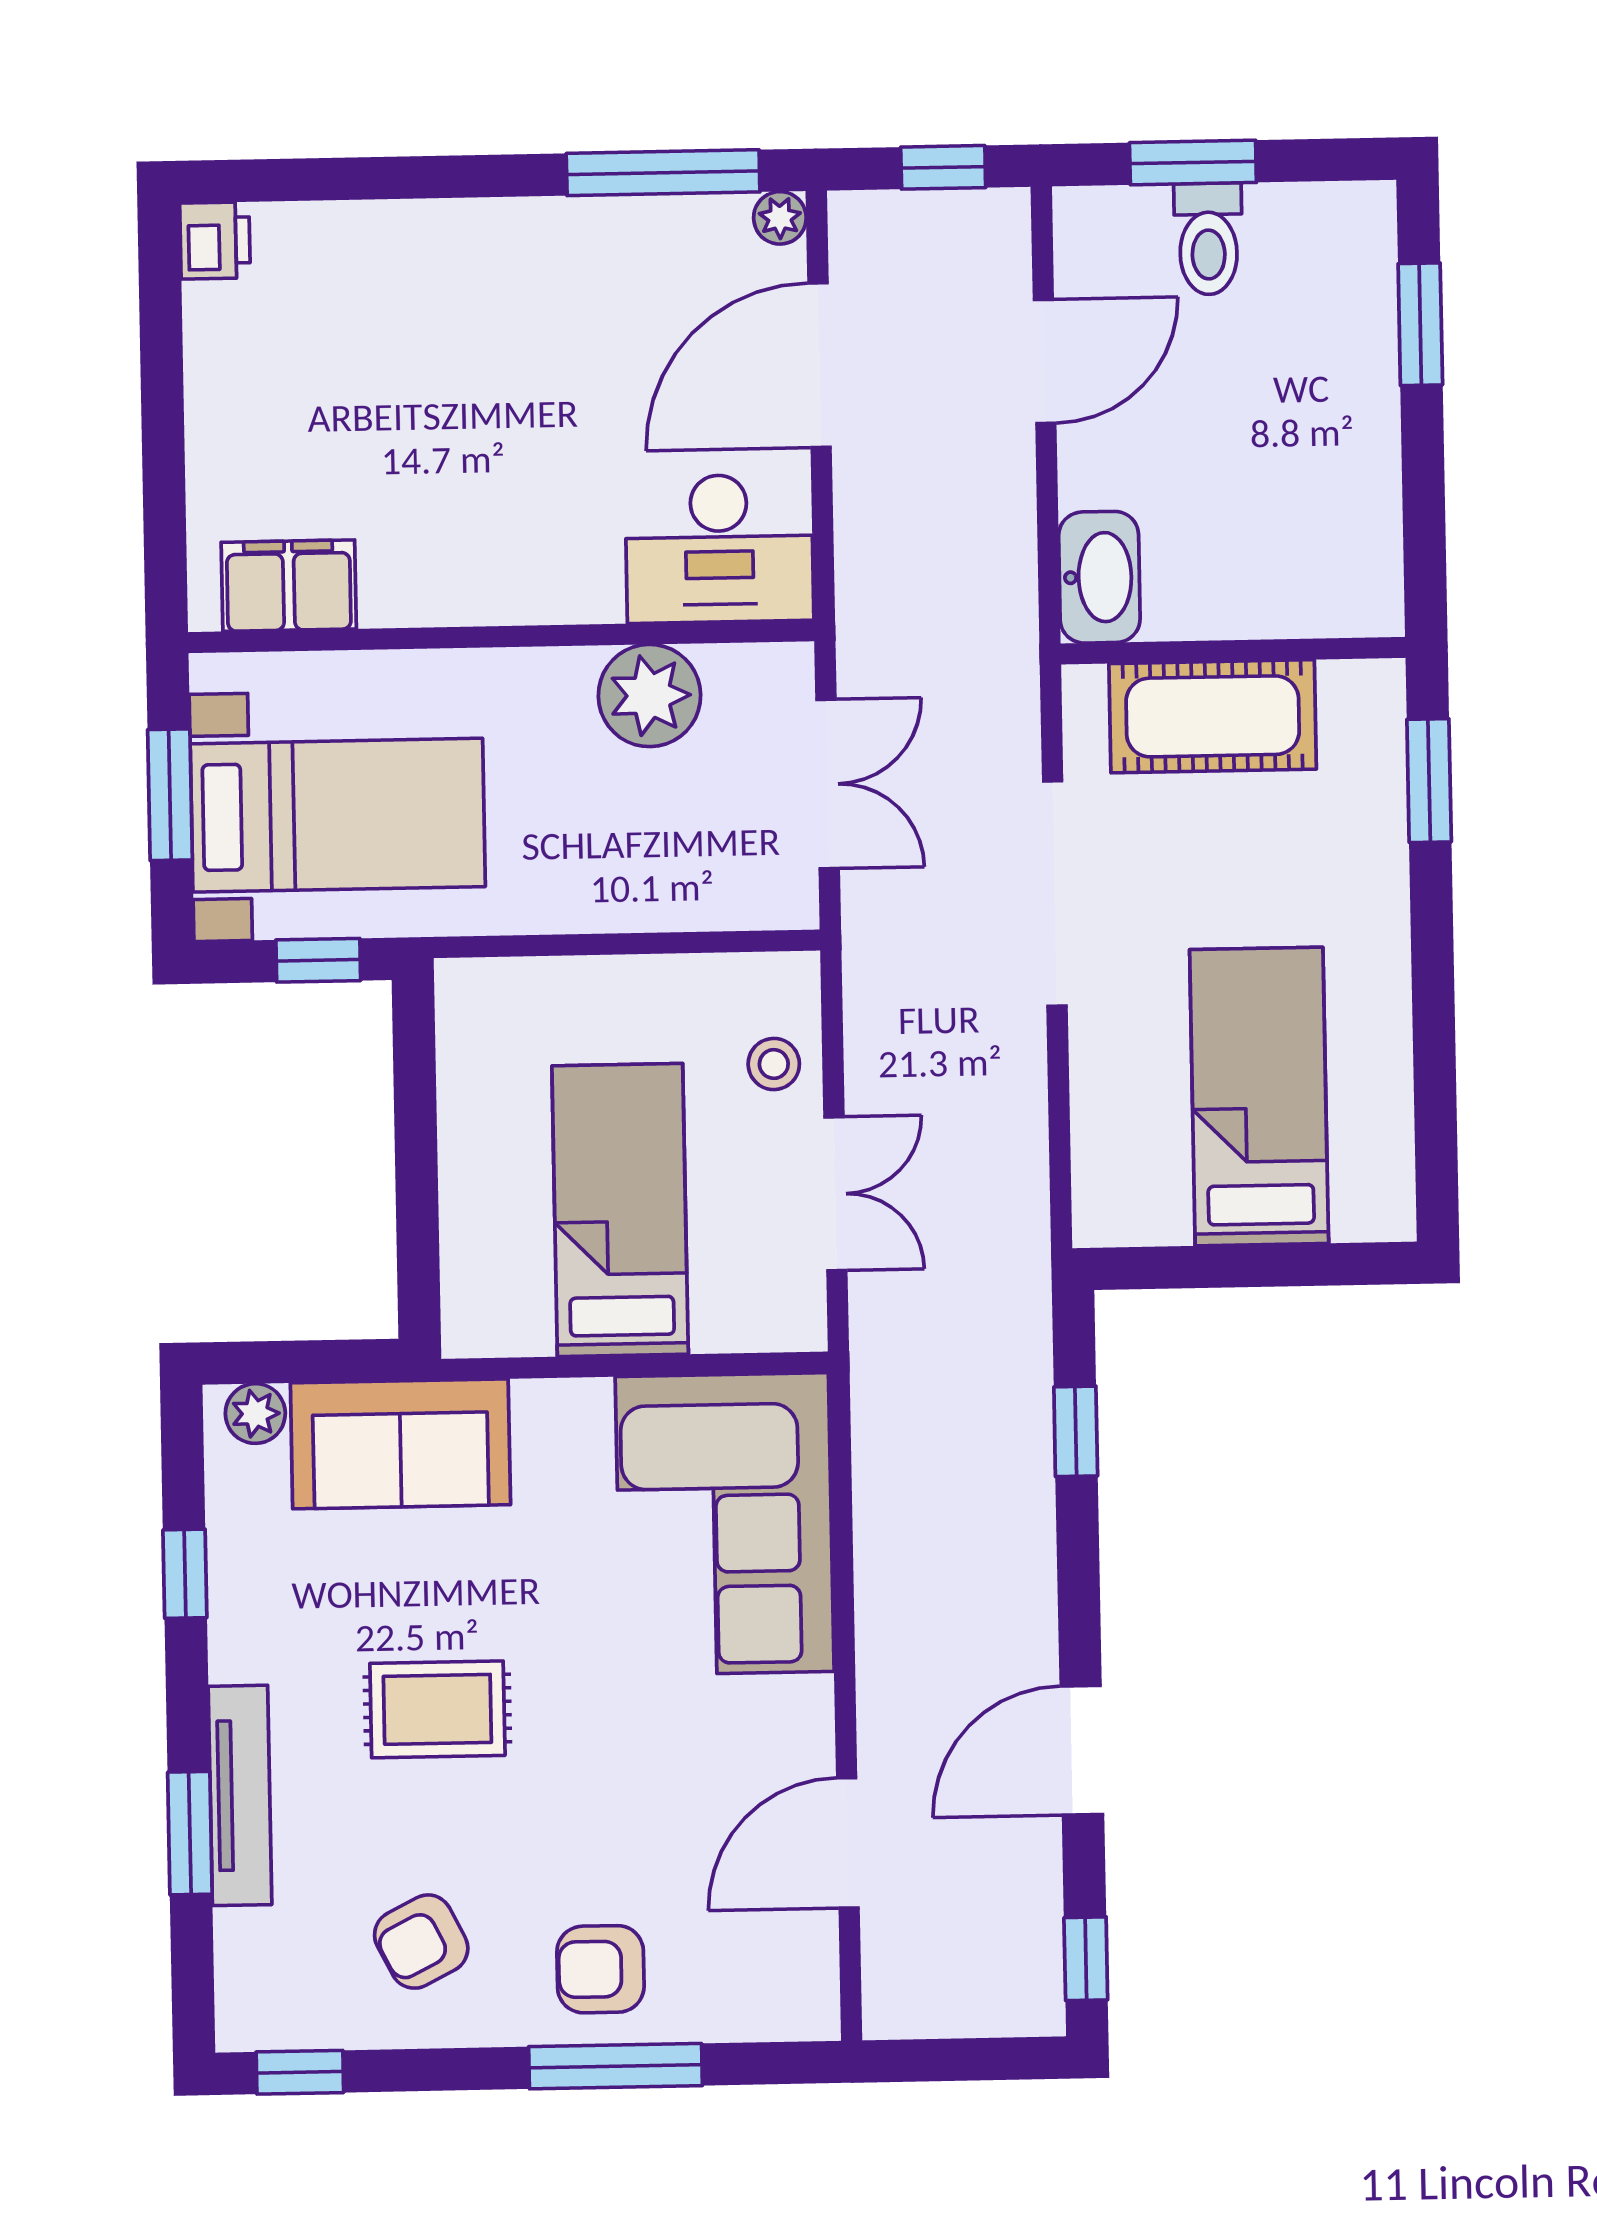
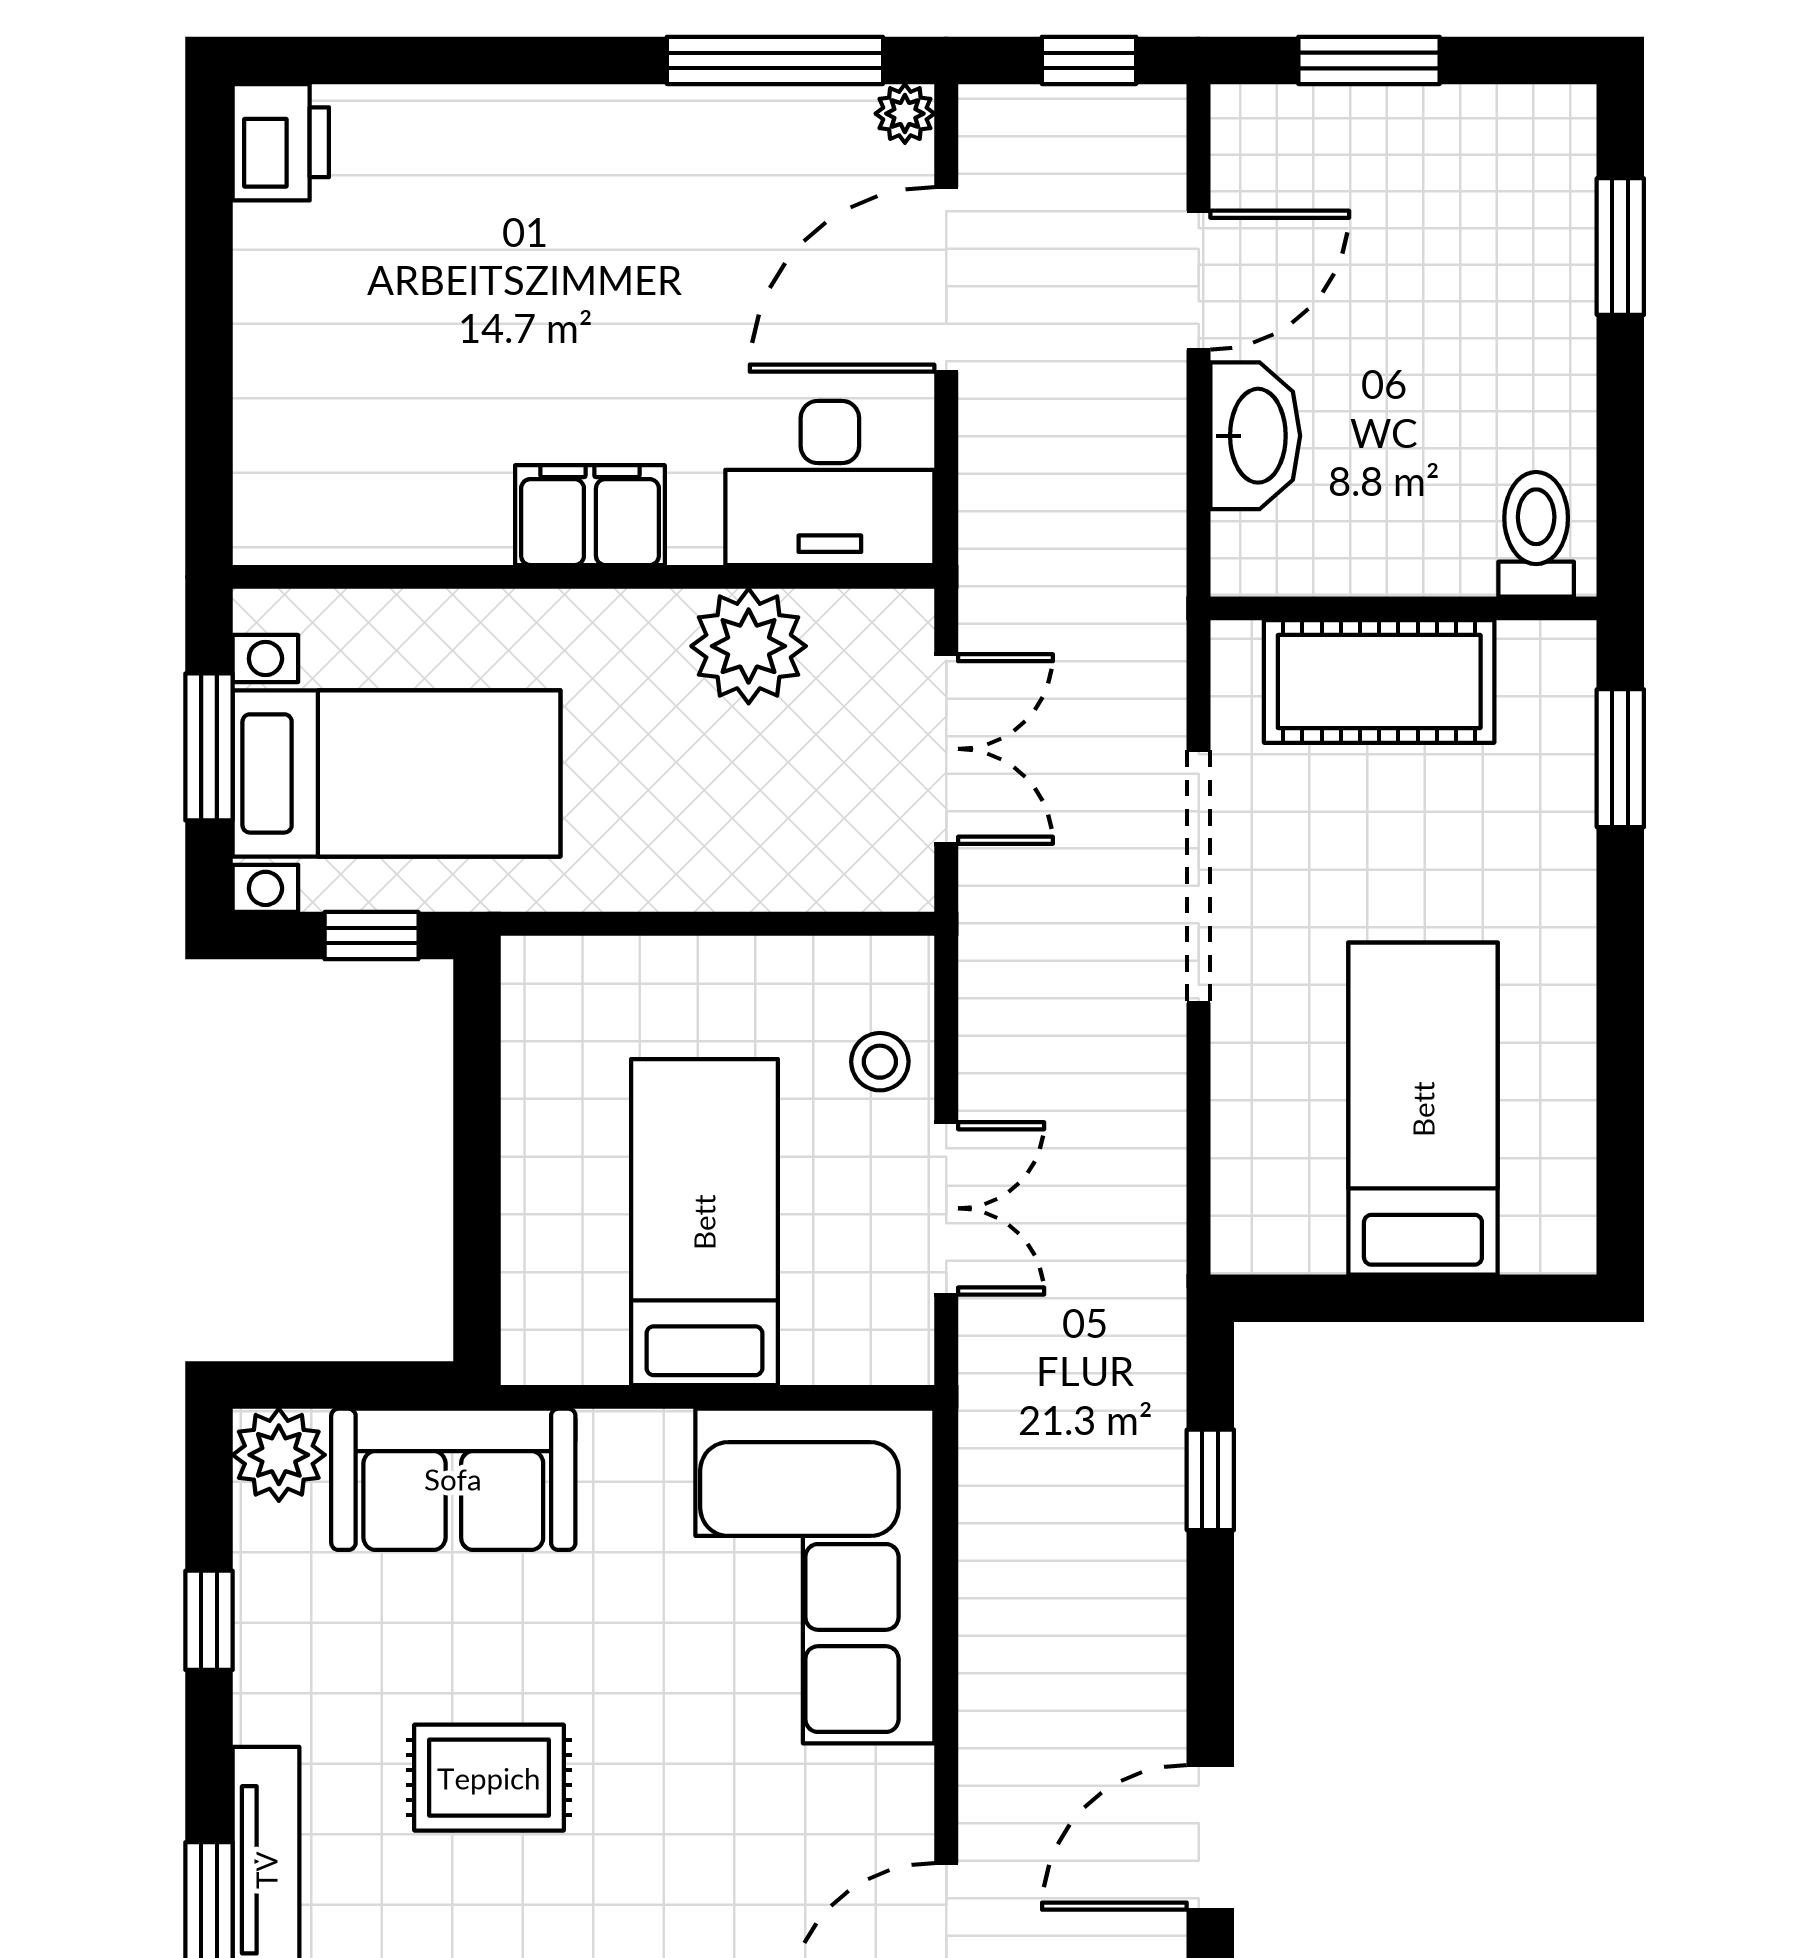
toilet: (1208, 239) -> (1536, 534), moved, turned 180
printer: (215, 240) -> (281, 142), width x1.36, depth x1.24
washbasin: (1099, 577) -> (1255, 436), moved
filing cabinet: (289, 586) -> (590, 515), moved
plant: (255, 1414) -> (279, 1455), width x1.38, depth x1.38

